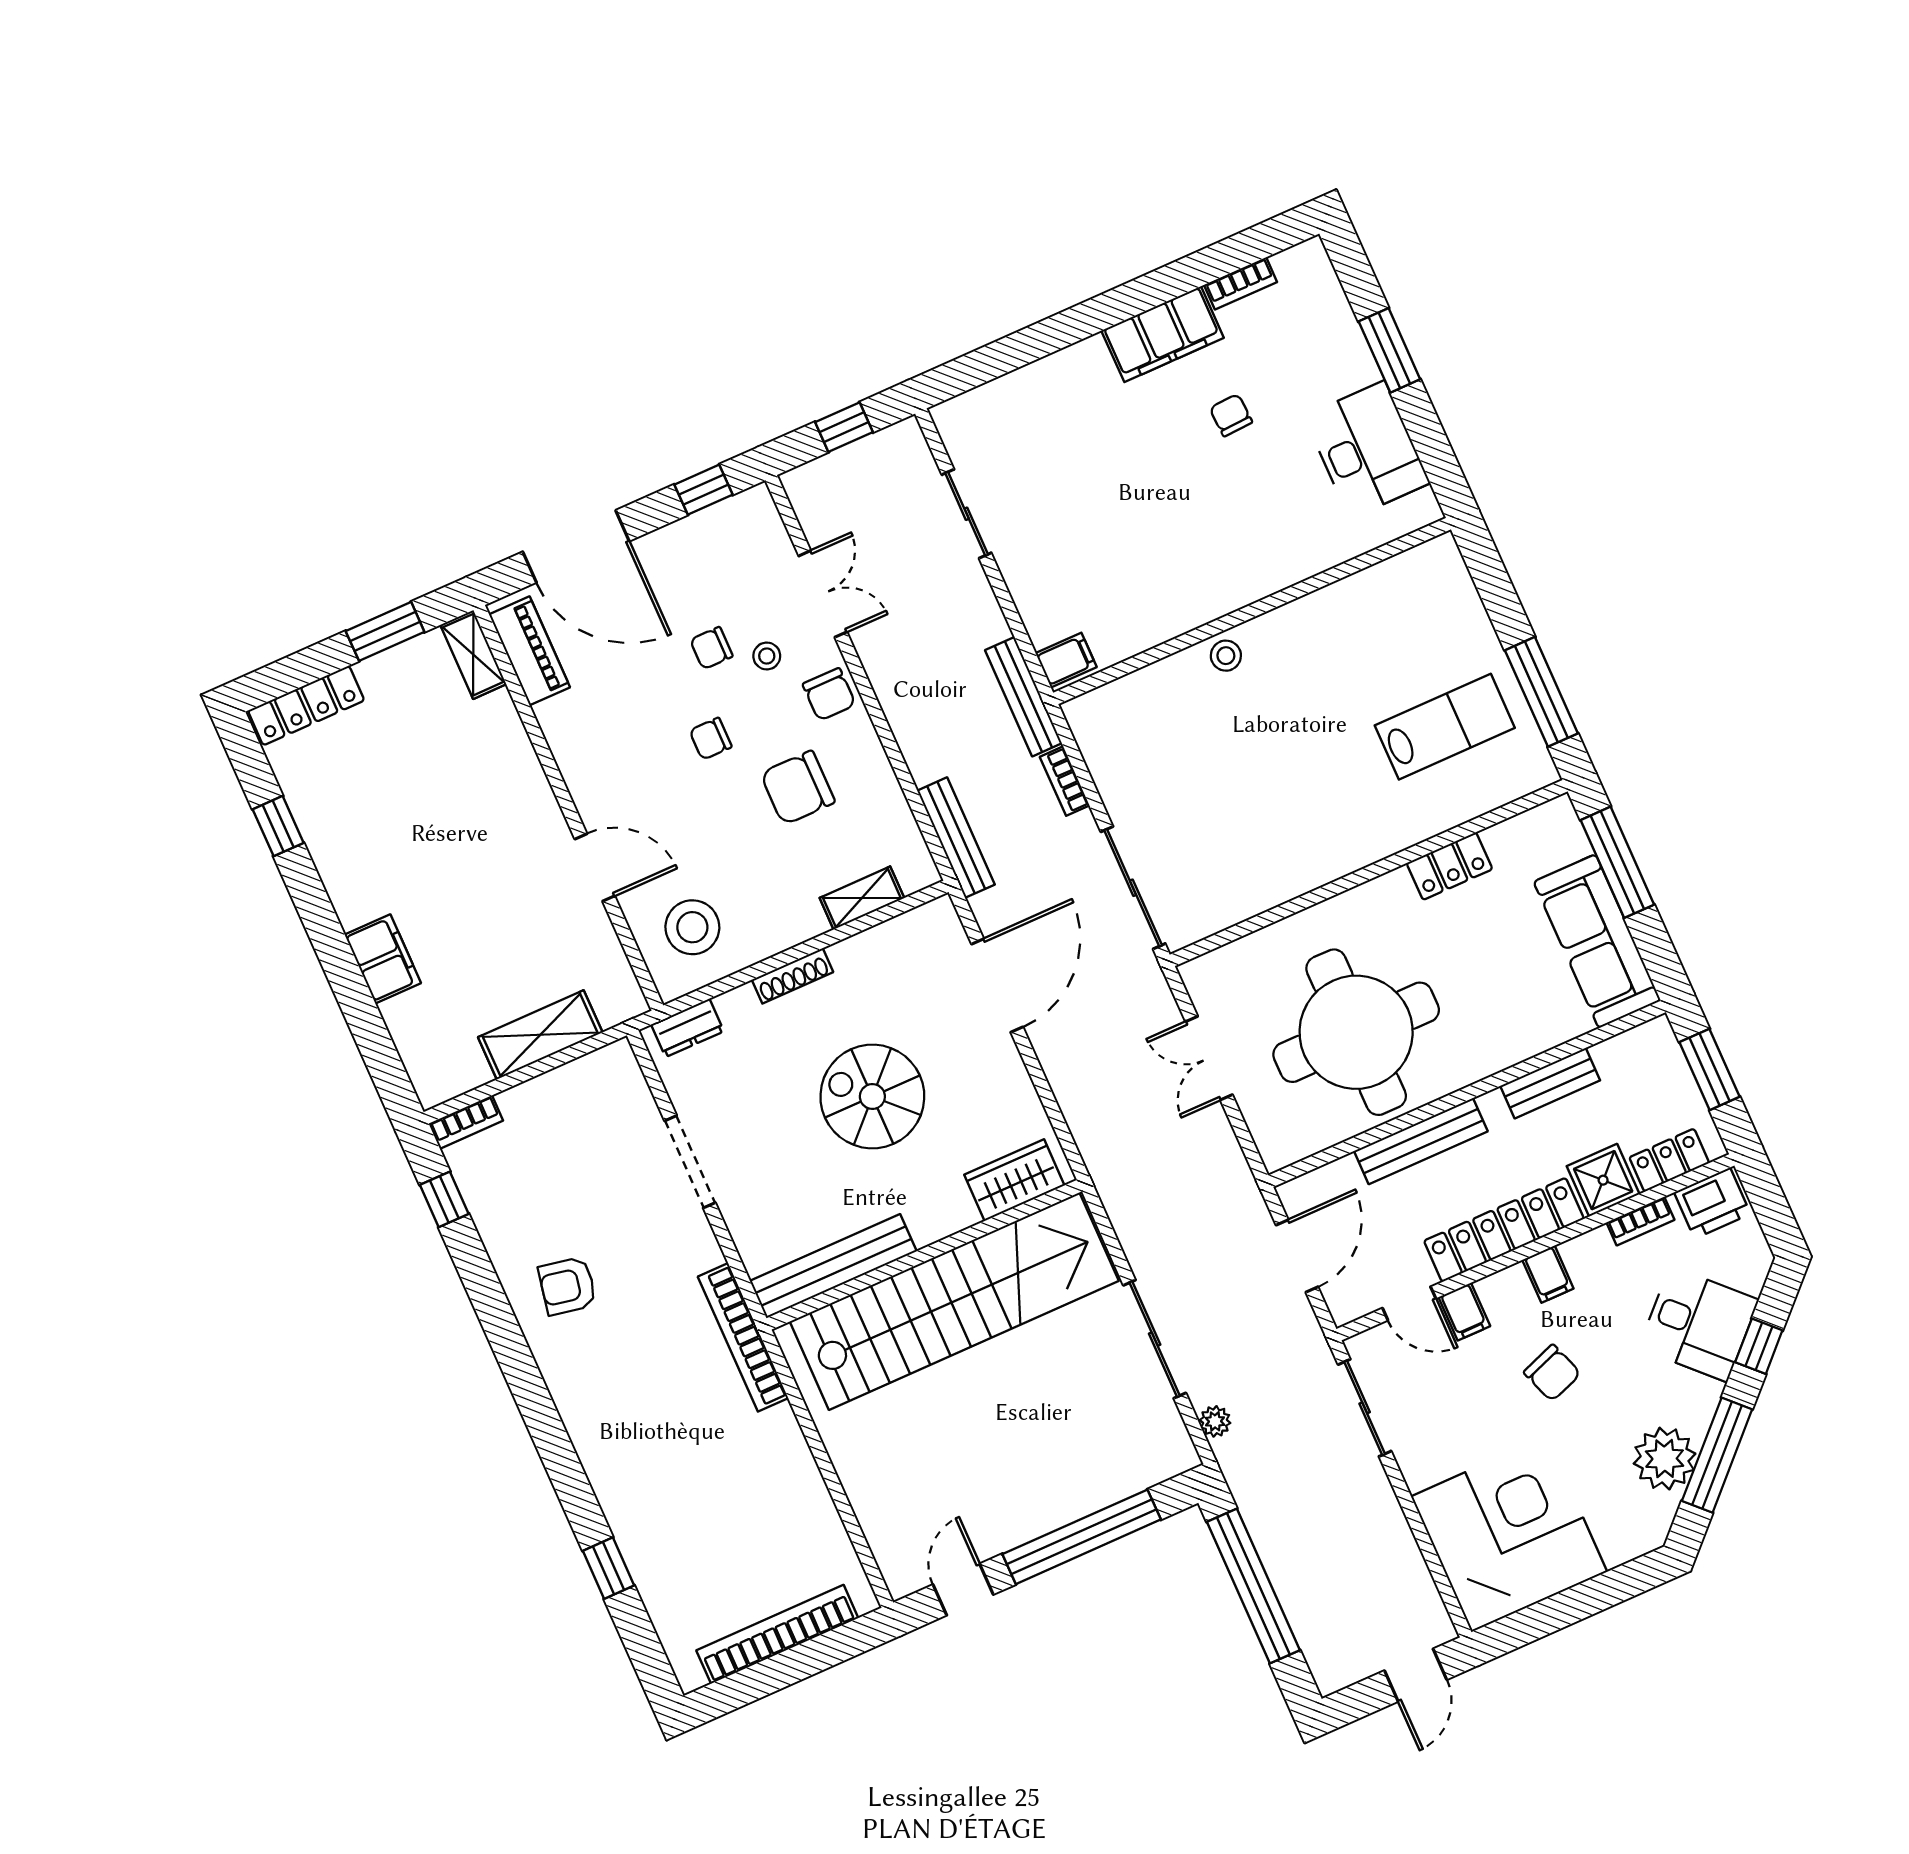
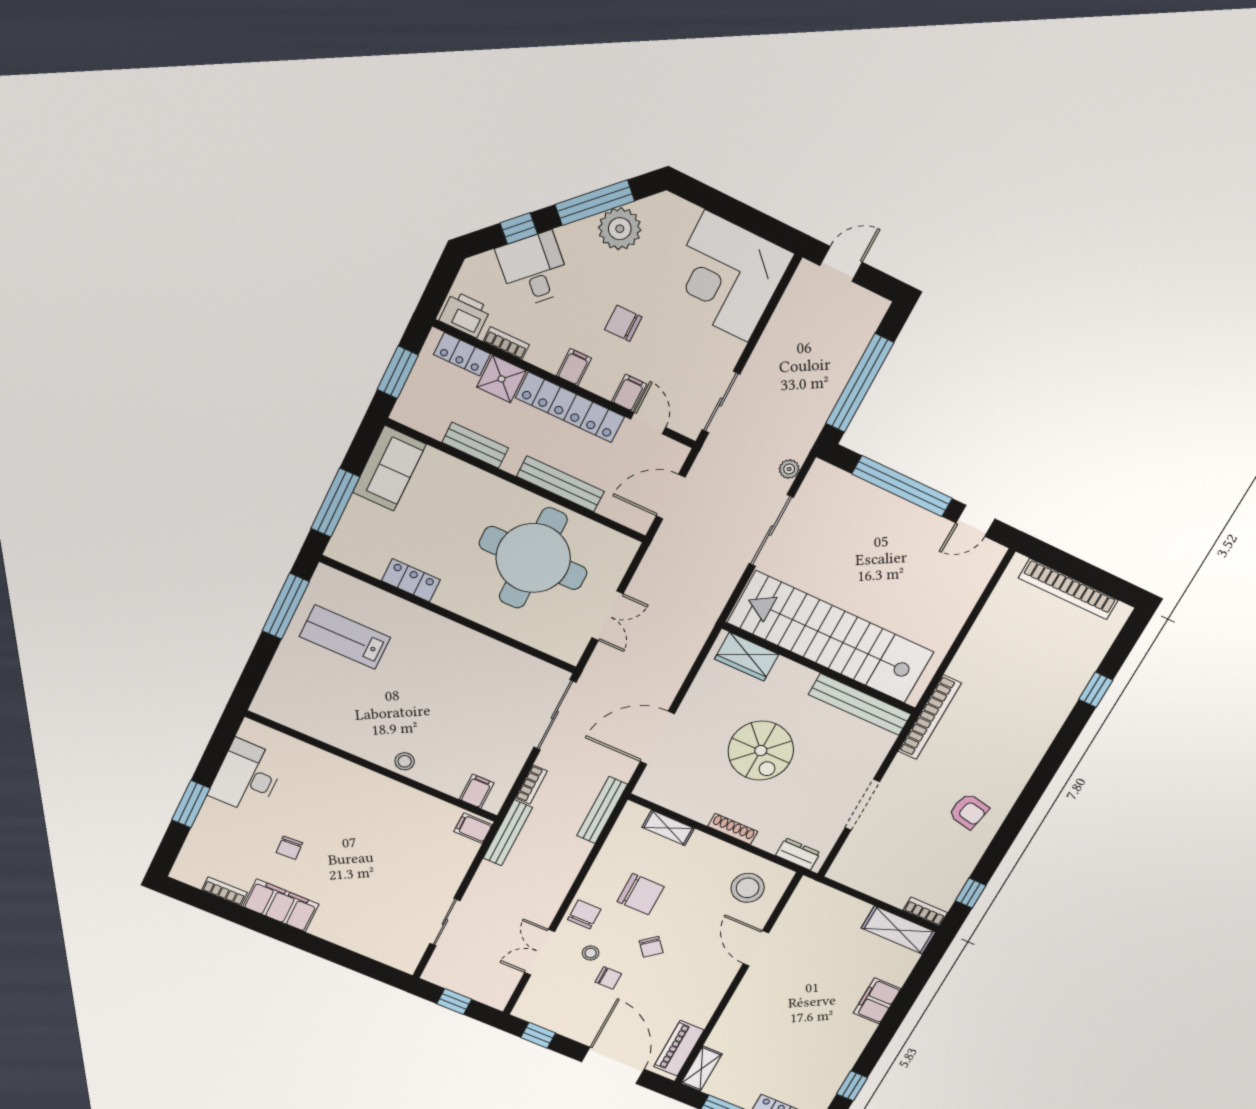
filing cabinet: (1112, 707) -> (477, 791), added
chair: (711, 739) -> (651, 947), turned 50
sofa: (1597, 941) -> (389, 468), width x0.73
shelving: (540, 1035) -> (899, 930), moved
chair: (1552, 1373) -> (623, 323), turned -70

